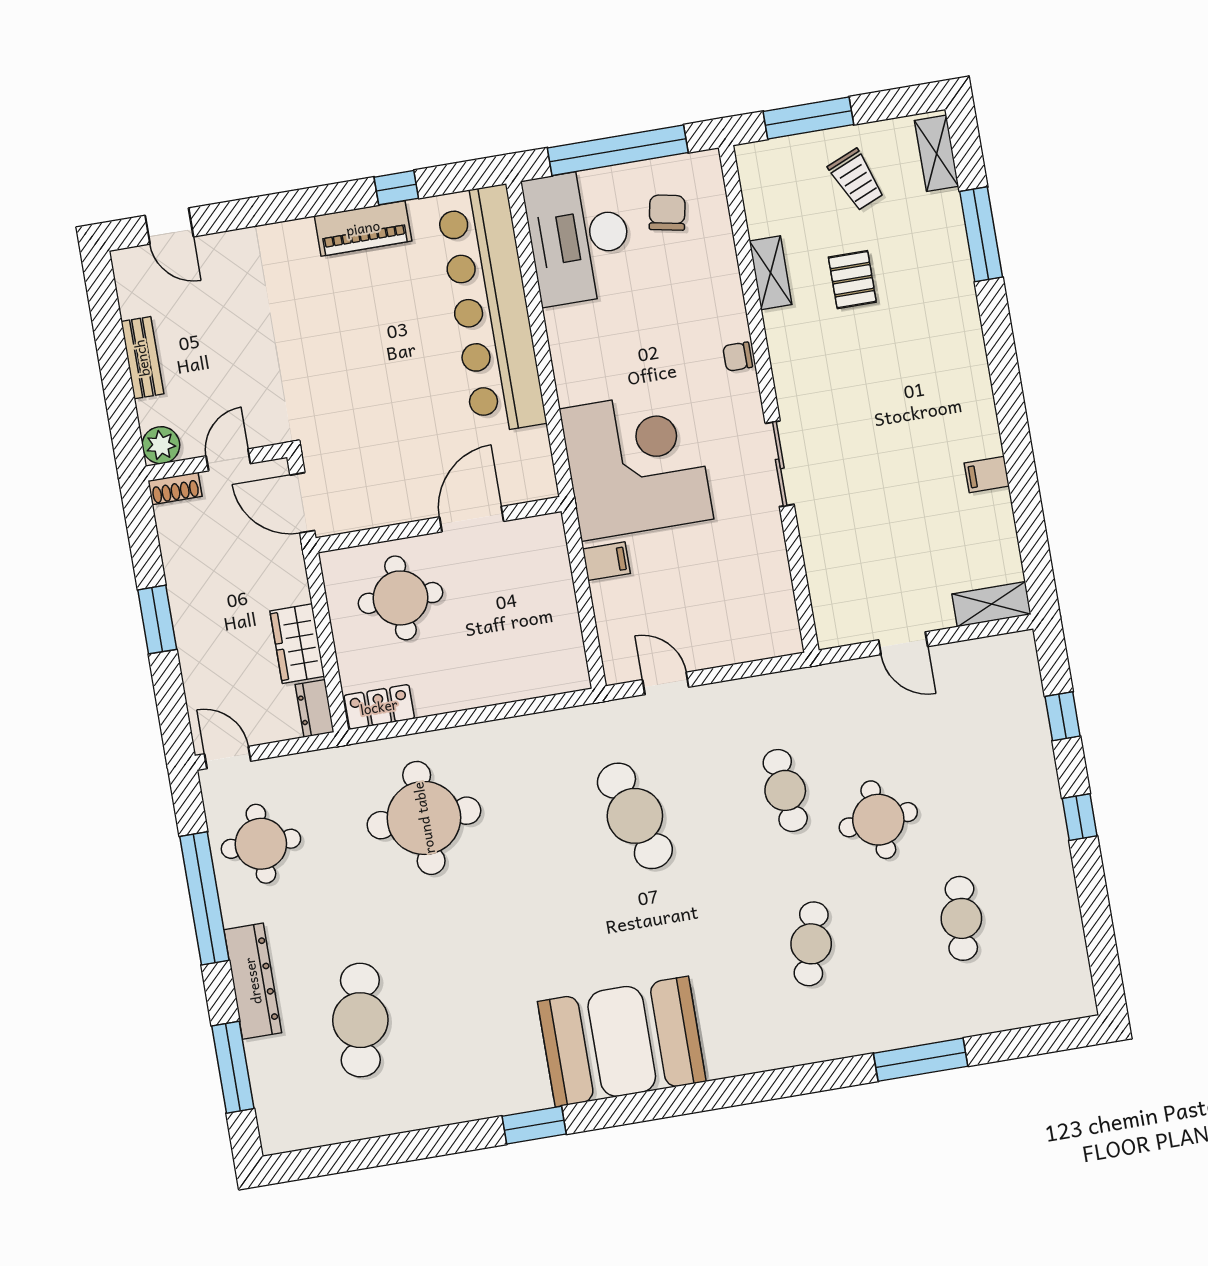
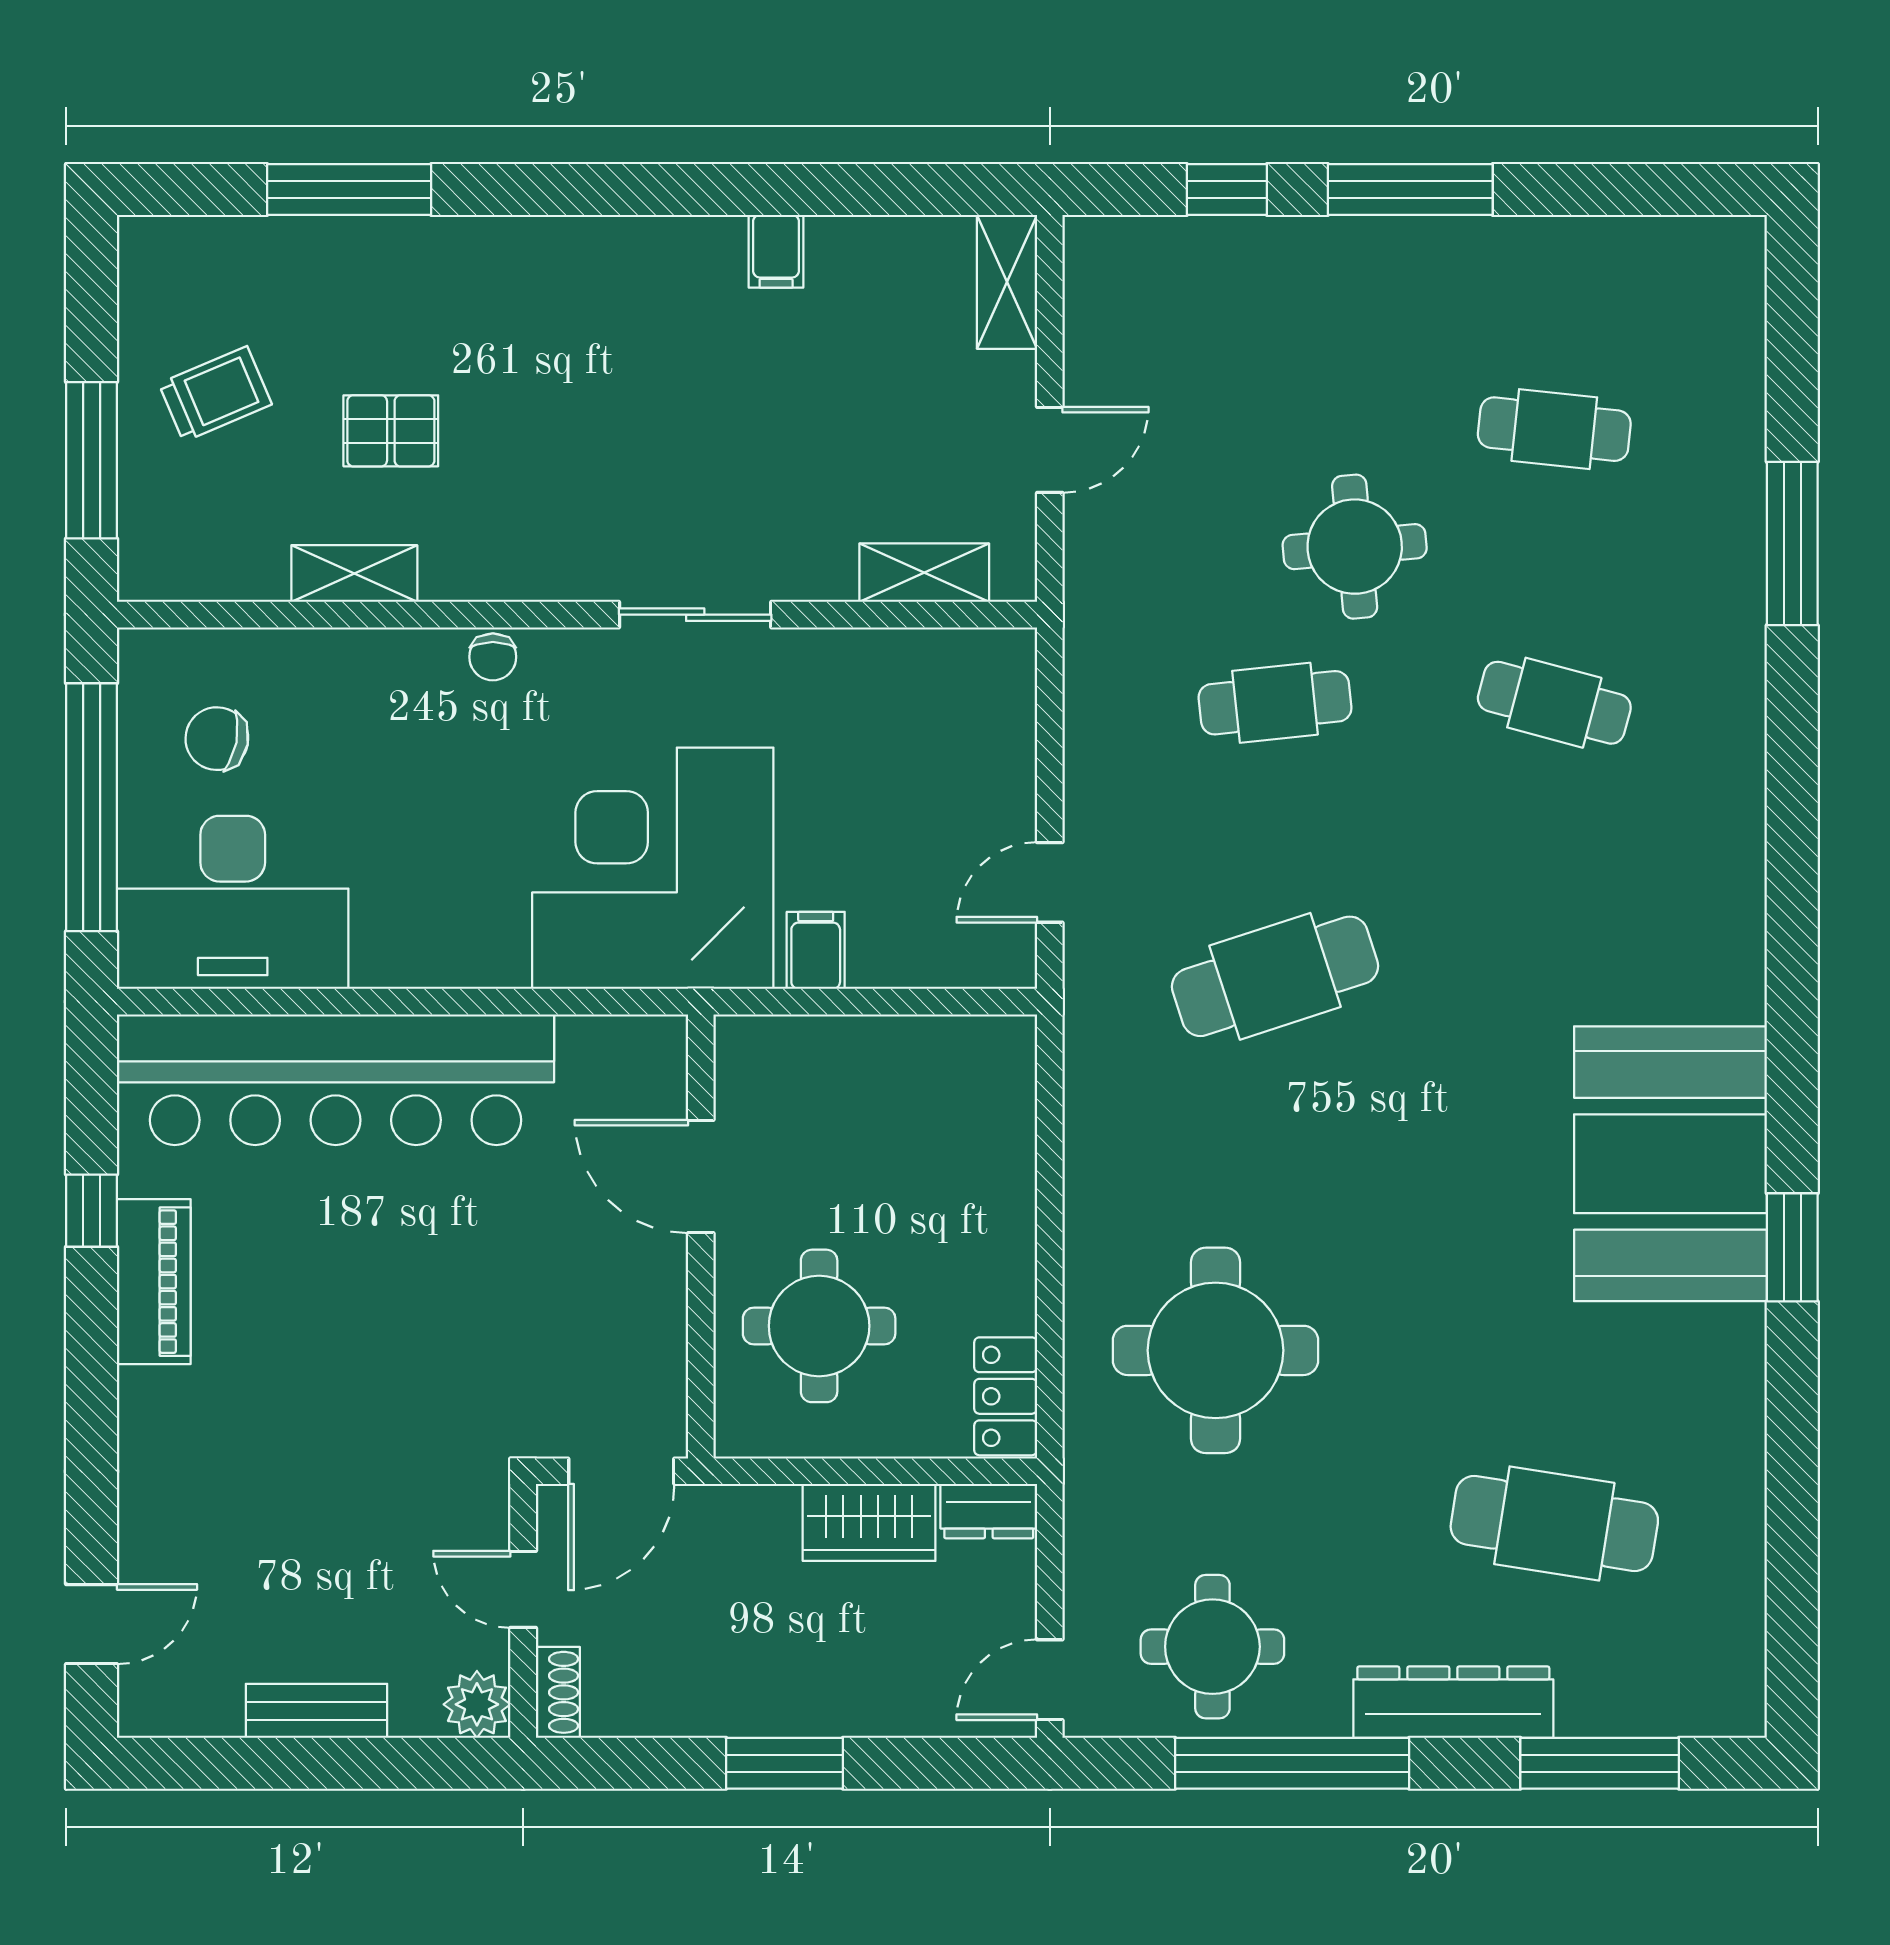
shelving: (937, 153) -> (924, 573), moved
window: (1080, 817) -> (1410, 189), width x2.17
booth: (622, 1041) -> (1670, 1164), moved

